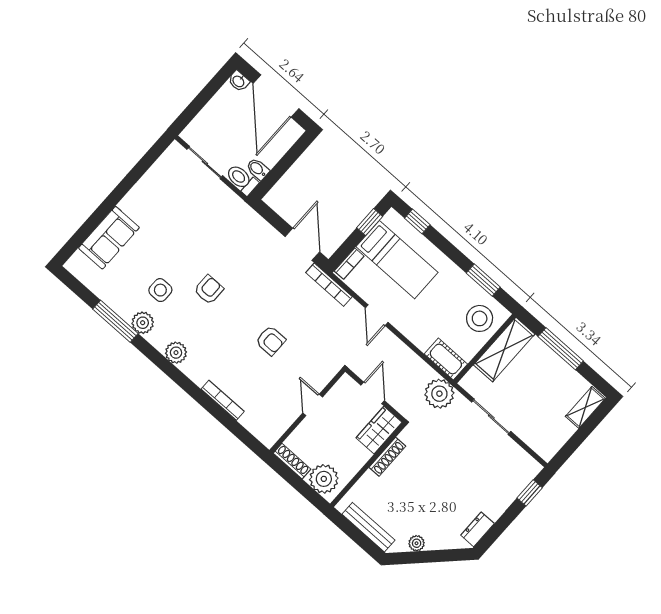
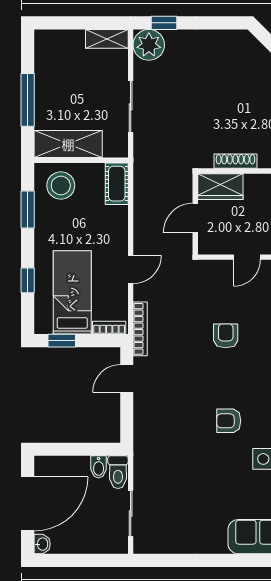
window: (417, 221) -> (28, 280), moved
door: (302, 244) -> (127, 379), width x0.73
plant: (439, 394) -> (149, 45), moved
shelving: (585, 407) -> (107, 39), moved
dresser: (477, 529) -> (230, 39), removed

